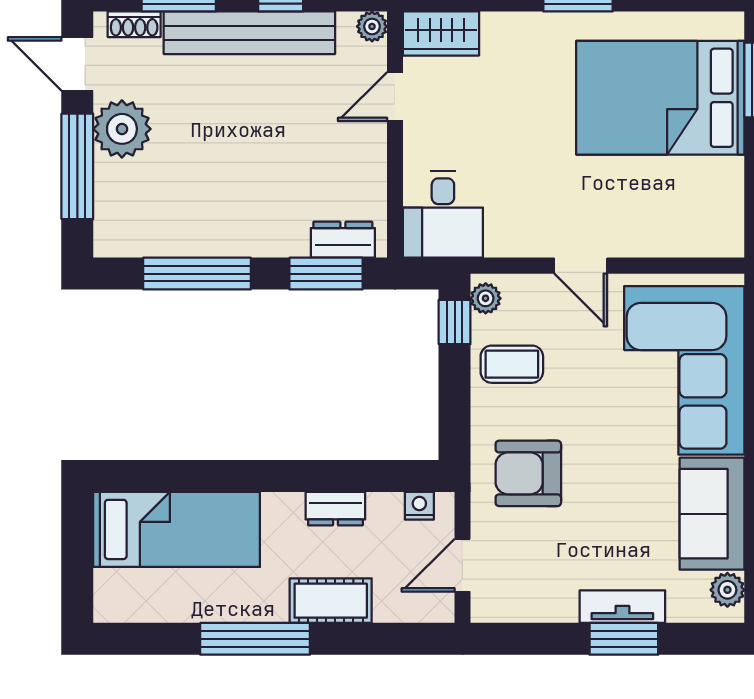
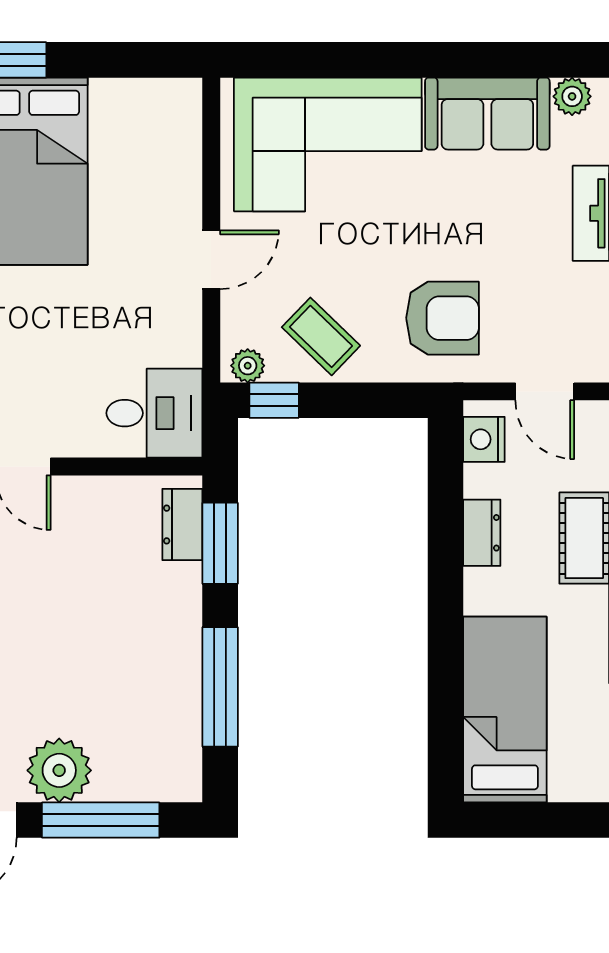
coffee table: (512, 364) -> (321, 336), turned -46
armchair: (528, 473) -> (443, 318), turned -90
nightstand: (419, 506) -> (484, 439), width x1.39, depth x1.35

